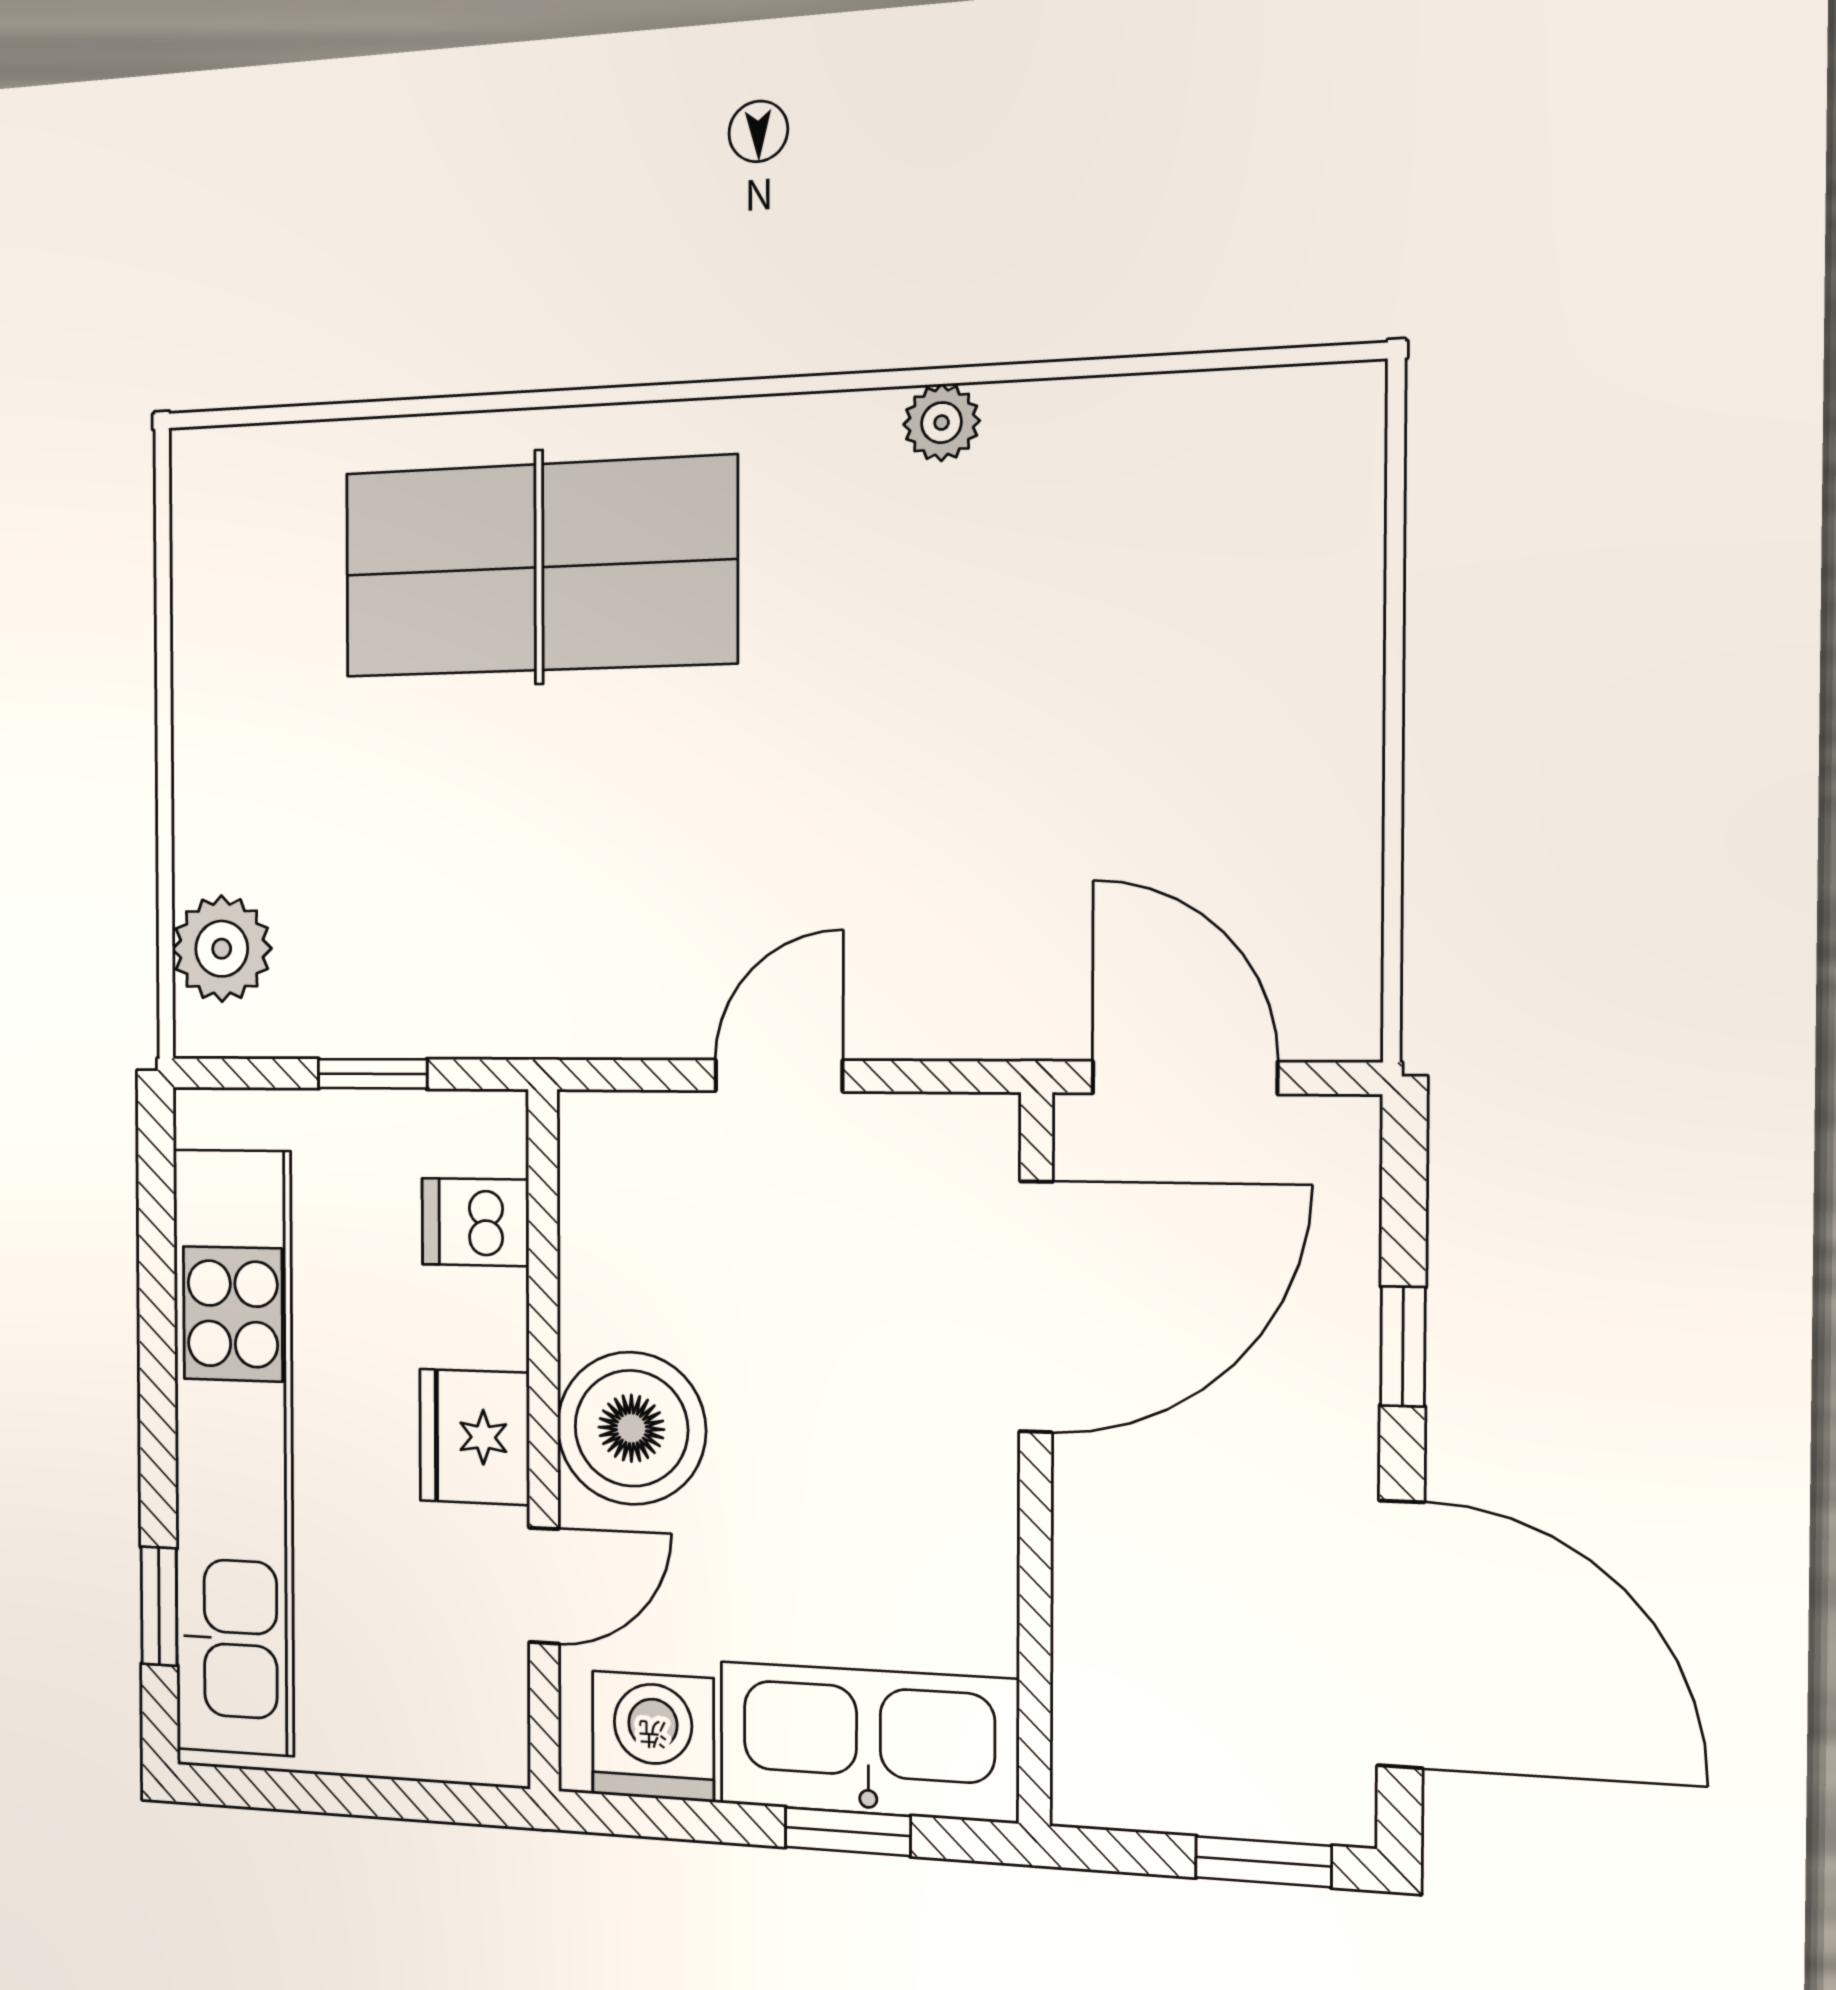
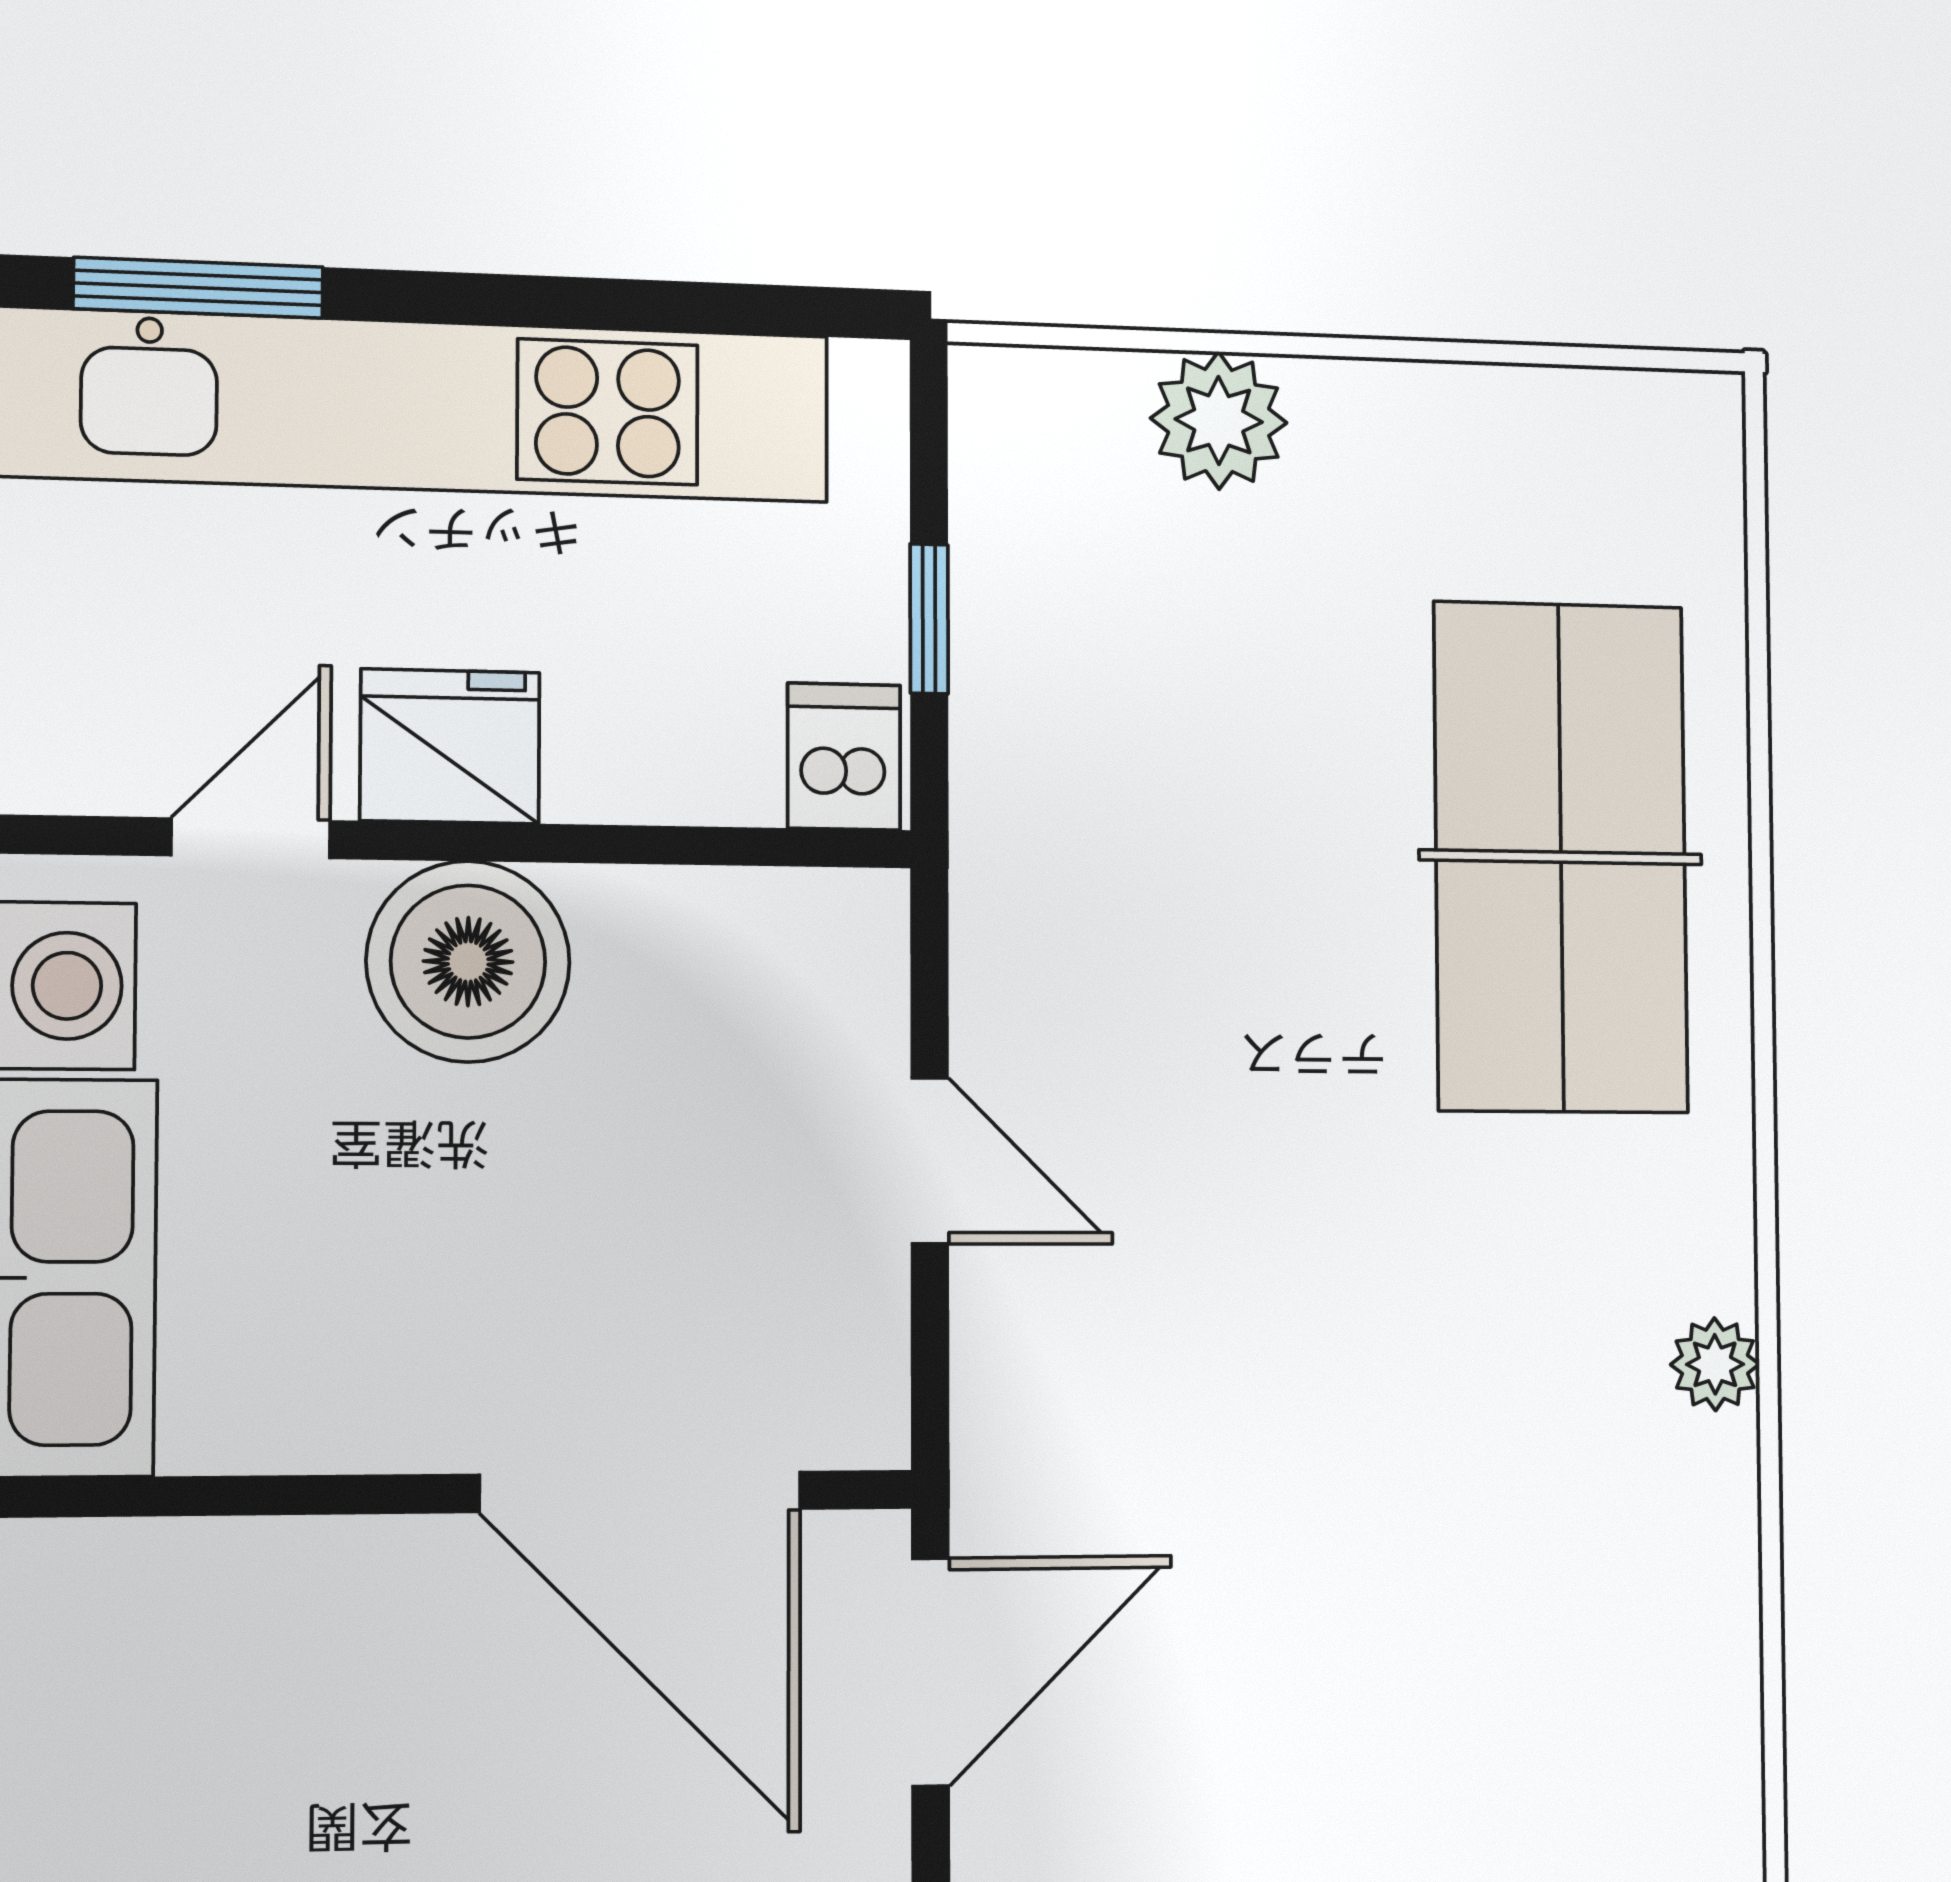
plant: (222, 949) -> (1219, 420), moved
dishwasher: (475, 1222) -> (844, 757), moved
door: (544, 1586) -> (251, 838), swing flipped
window: (159, 1606) -> (199, 288), width x1.50

